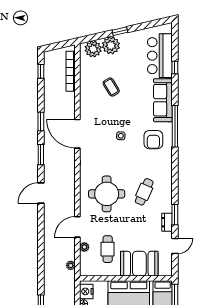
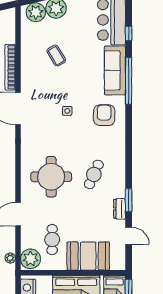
bookcase: (71, 71) -> (10, 67), moved
window: (175, 126) -> (129, 81), moved
armchair: (153, 140) -> (104, 115), turned 180
door: (175, 246) -> (129, 236), hinge flipped
plant: (84, 247) -> (30, 259), moved, width x1.87, depth x1.87

